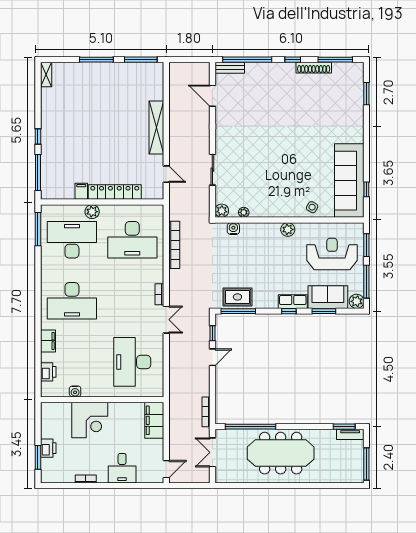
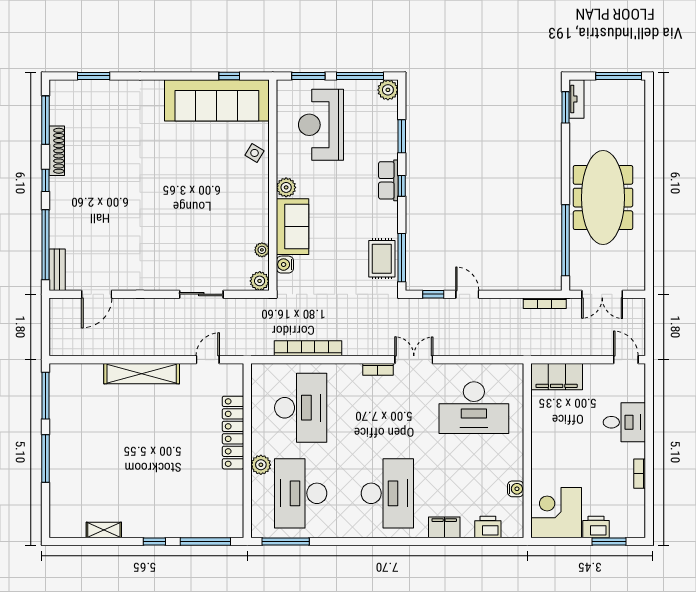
shelving: (46, 75) -> (104, 530), moved
filing cabinet: (81, 191) -> (232, 480), removed
sofa: (328, 297) -> (293, 227), moved, turned 180
corner desk: (90, 420) -> (556, 513), moved, turned -90

